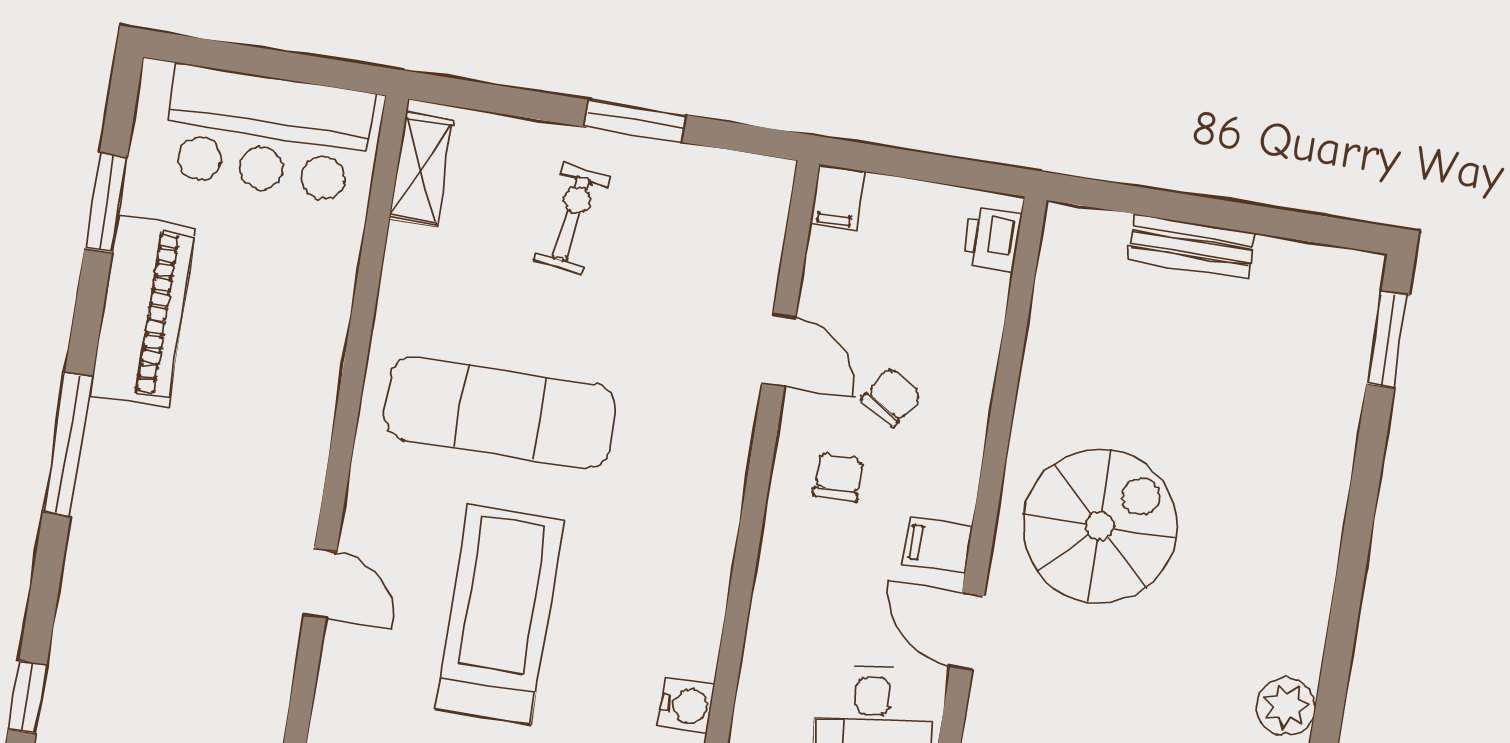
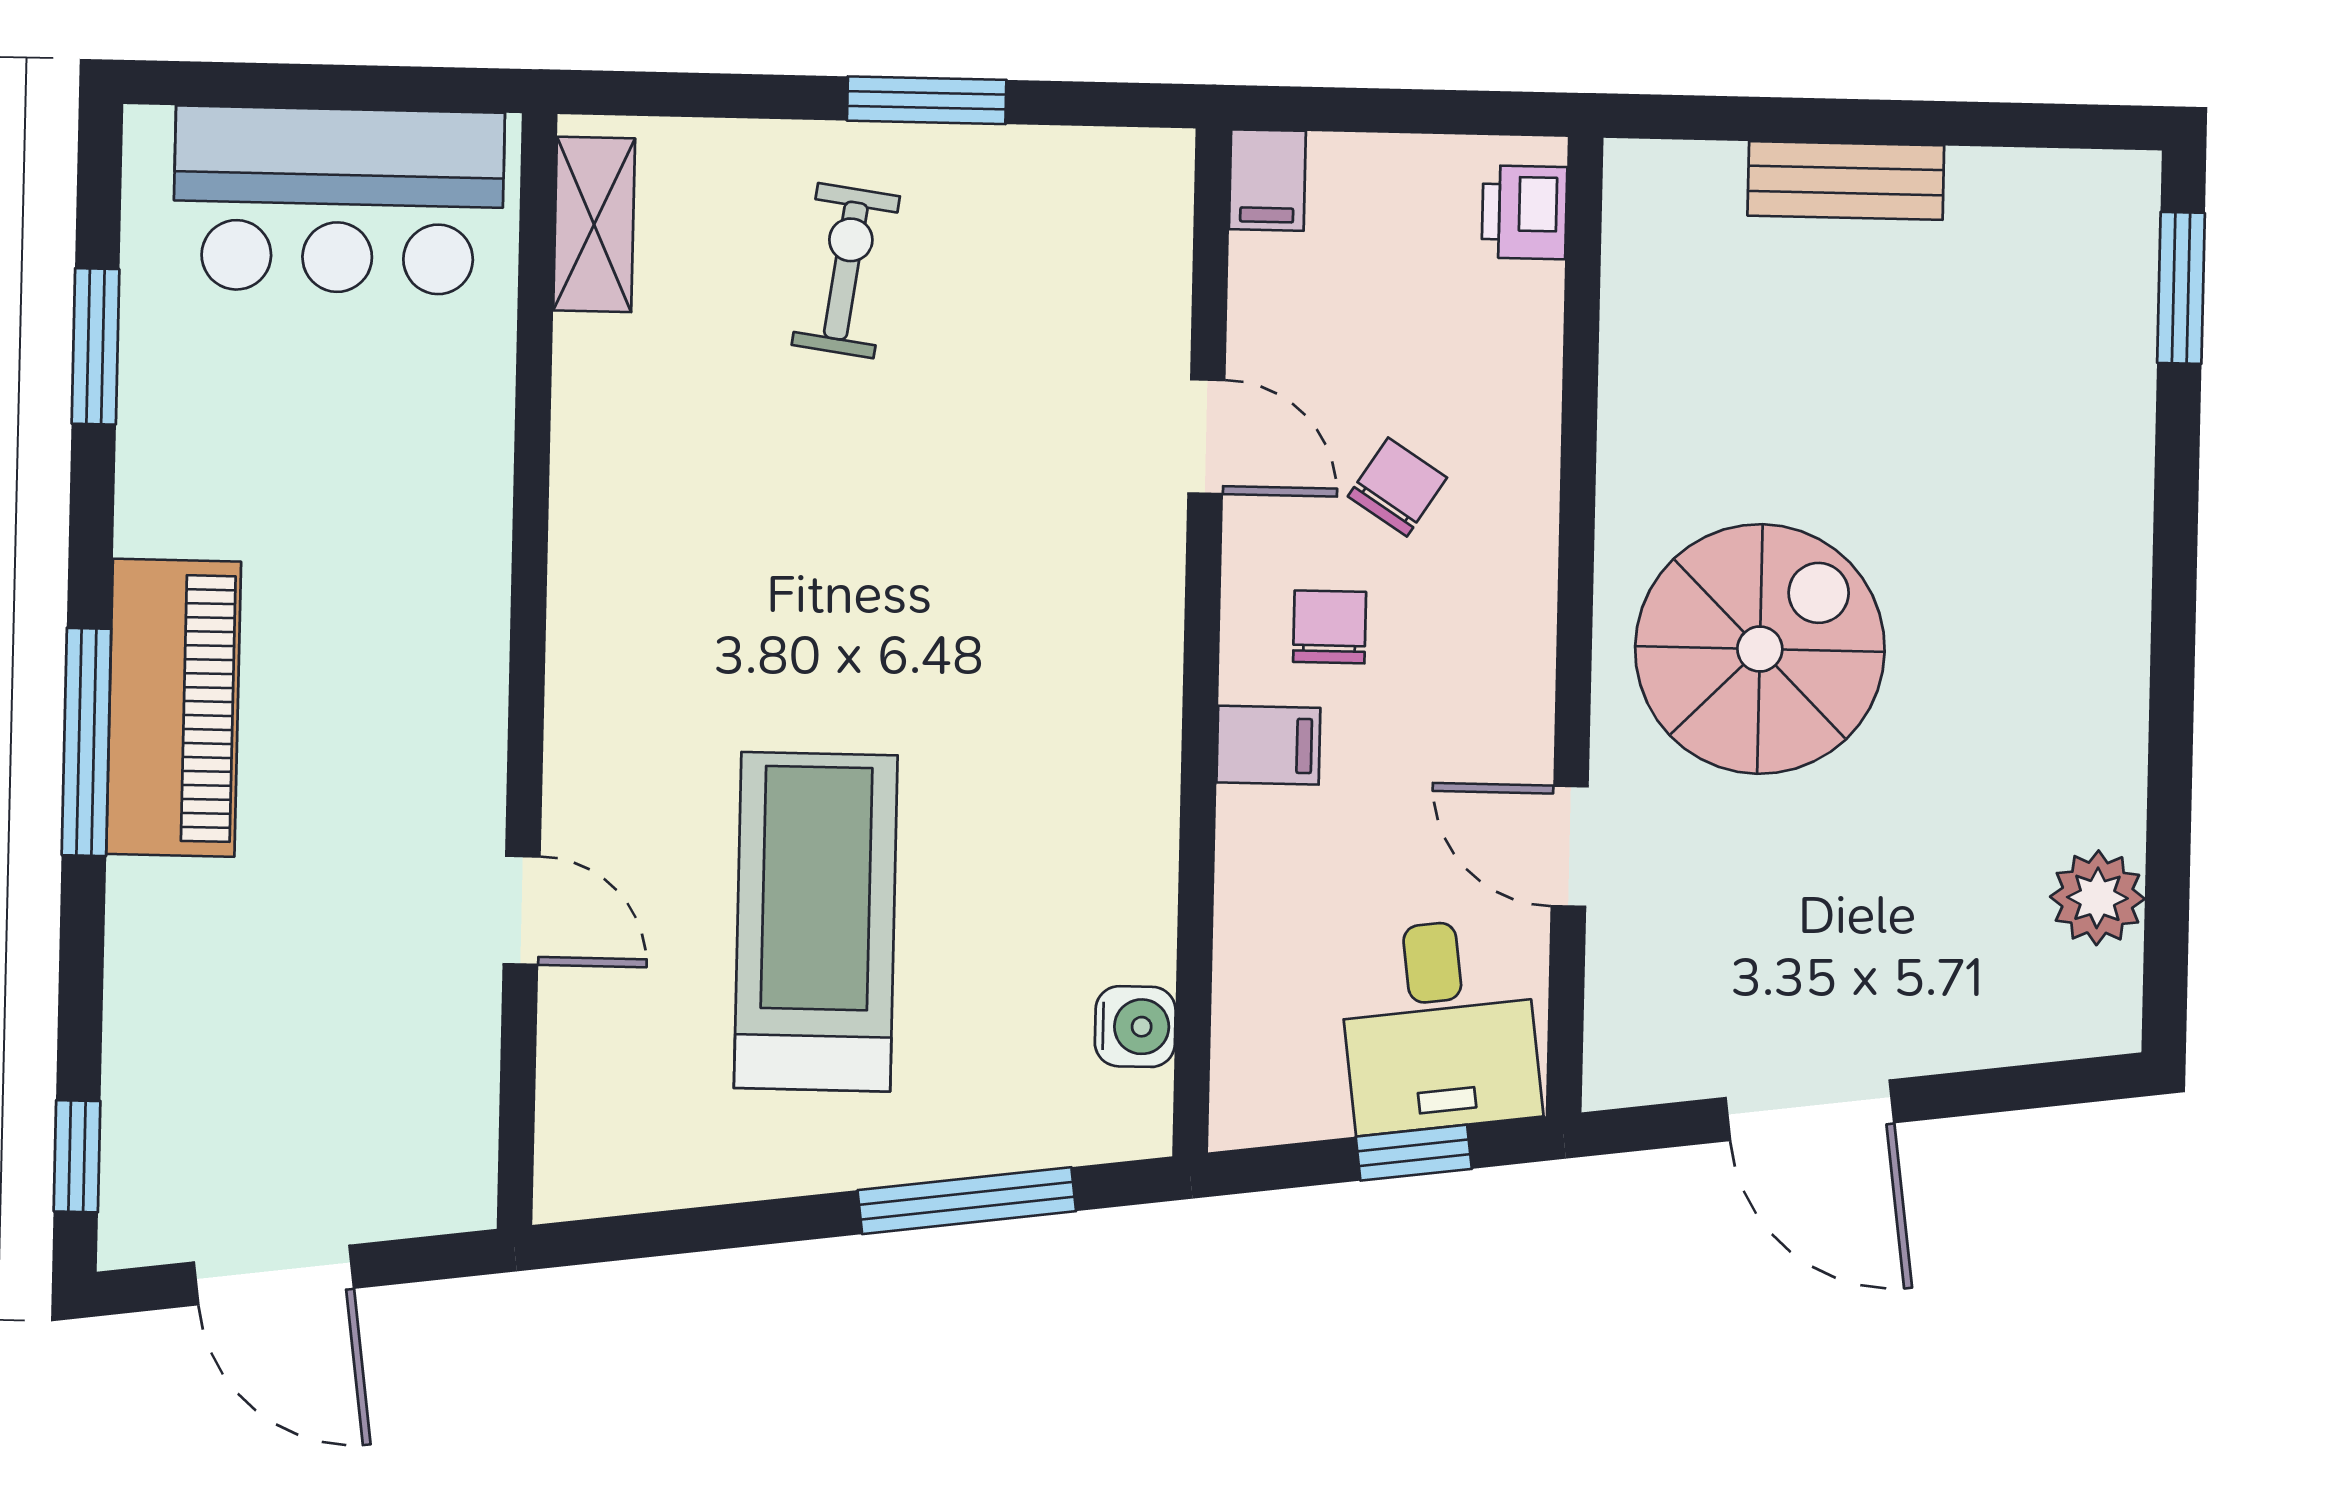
piano: (143, 311) -> (174, 708), moved
exercise mat: (501, 412) -> (774, 597), removed
filing cabinet: (938, 546) -> (1268, 745), moved, turned 180

